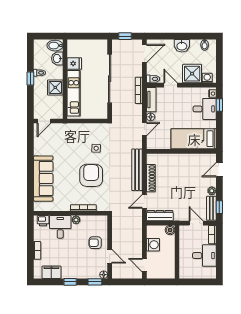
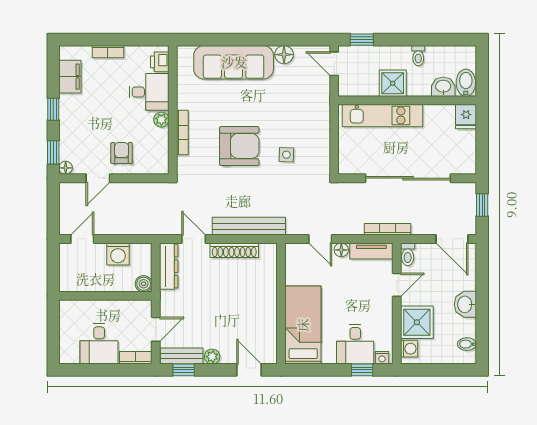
fridge: (74, 64) -> (466, 117), moved
window: (30, 78) -> (362, 40), moved
floor lamp: (39, 150) -> (284, 55), added

